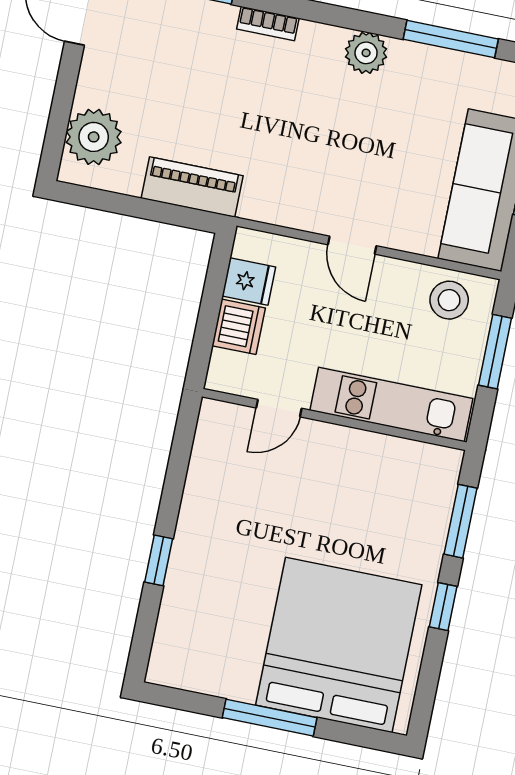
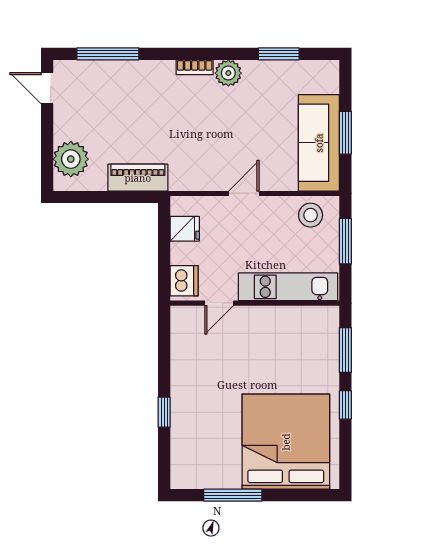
bookcase: (268, 23) -> (195, 67), moved
window: (451, 39) -> (279, 54), width x0.69
door: (352, 245) -> (244, 193), swing flipped
dishwasher: (239, 327) -> (184, 281), moved
window: (270, 718) -> (233, 495), moved

